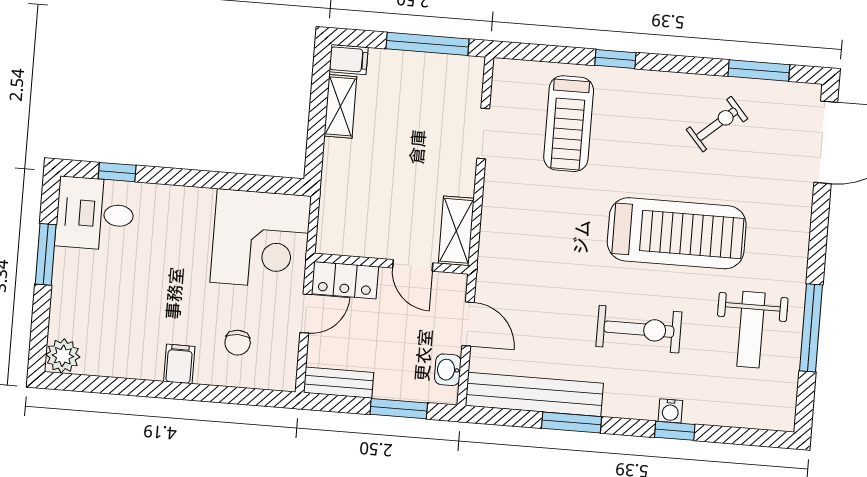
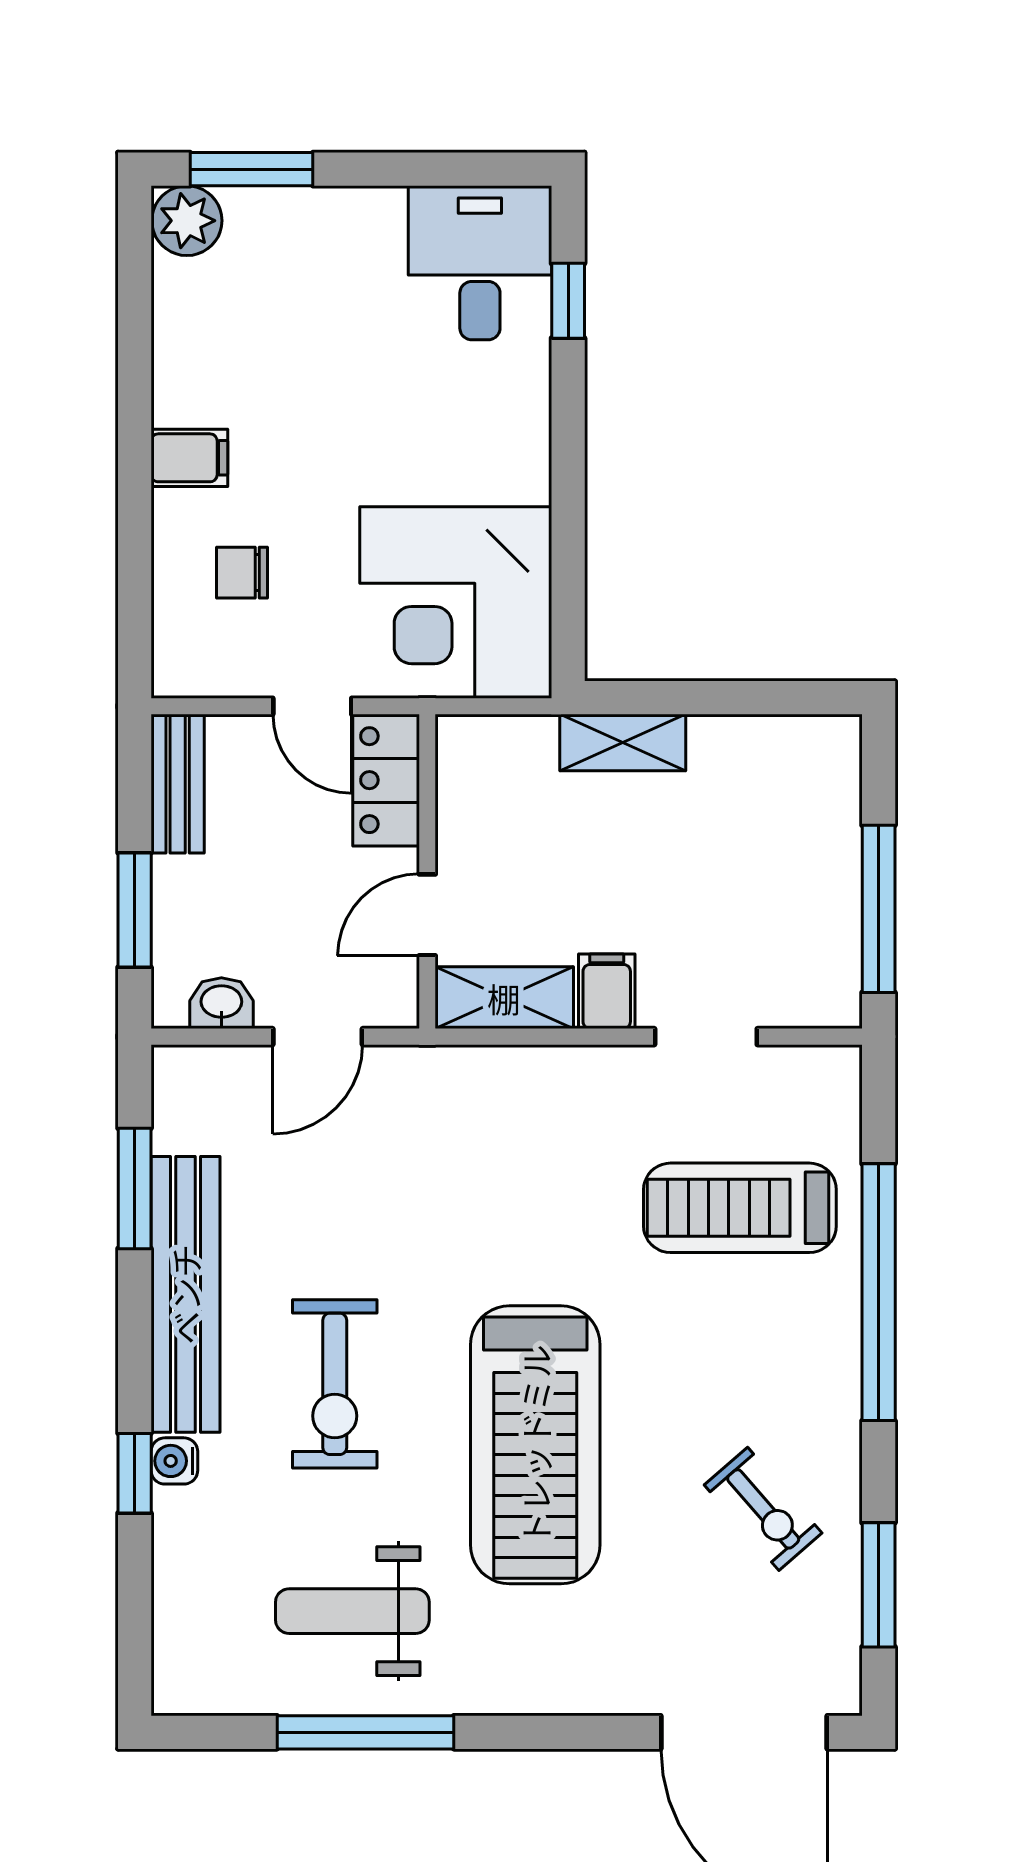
window: (615, 59) -> (879, 1292), width x3.17
filing cabinet: (349, 60) -> (607, 991), moved, turned 180
shelving: (340, 106) -> (623, 742), moved
window: (46, 254) -> (251, 169), moved
bench: (534, 394) -> (185, 1294), moved
window: (571, 423) -> (135, 1188), moved

